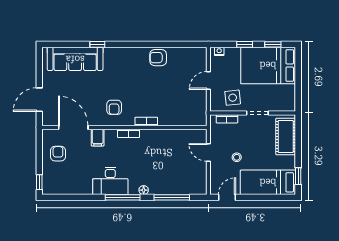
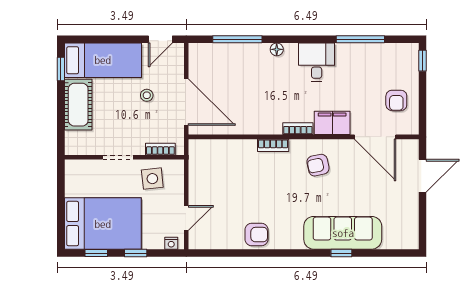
sofa: (75, 59) -> (343, 233), moved
door: (208, 80) -> (186, 218), moved
armchair: (114, 107) -> (318, 165), turned -102
cot: (286, 137) -> (78, 105), moved
filing cabinet: (98, 138) -> (332, 123), width x2.00
door: (208, 152) -> (186, 102), width x1.88
desk: (110, 181) -> (317, 62), width x0.73
window: (123, 197) -> (360, 39), moved

